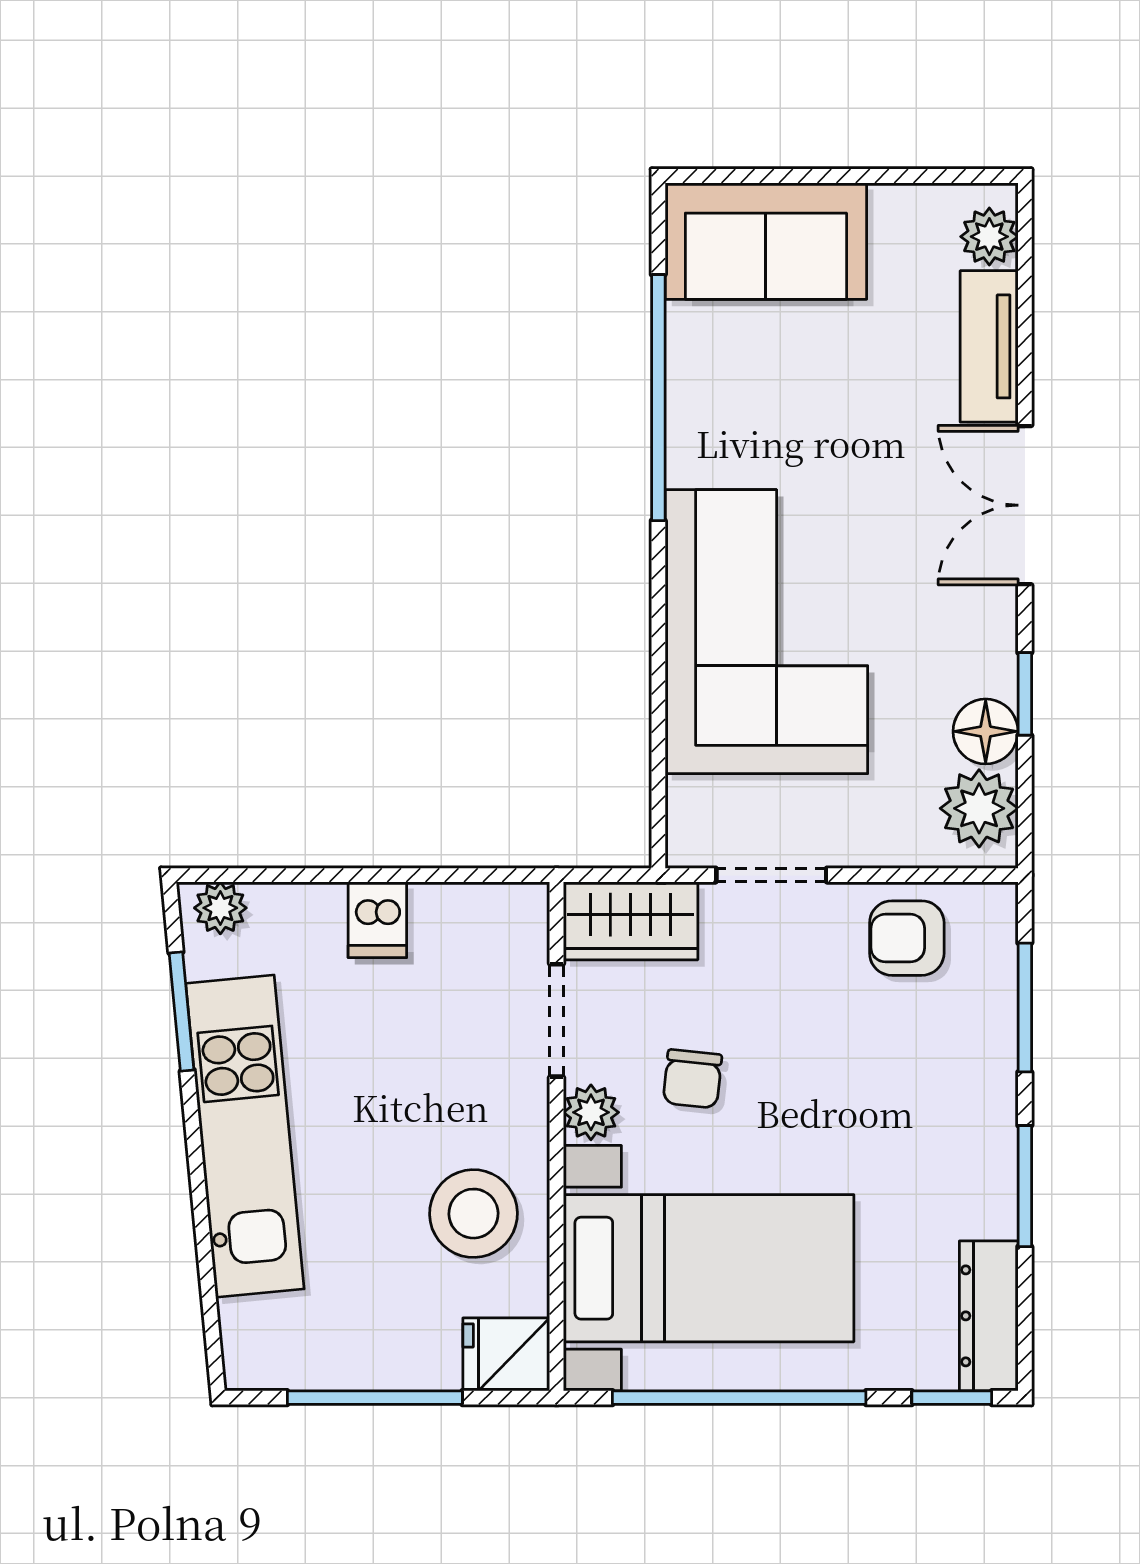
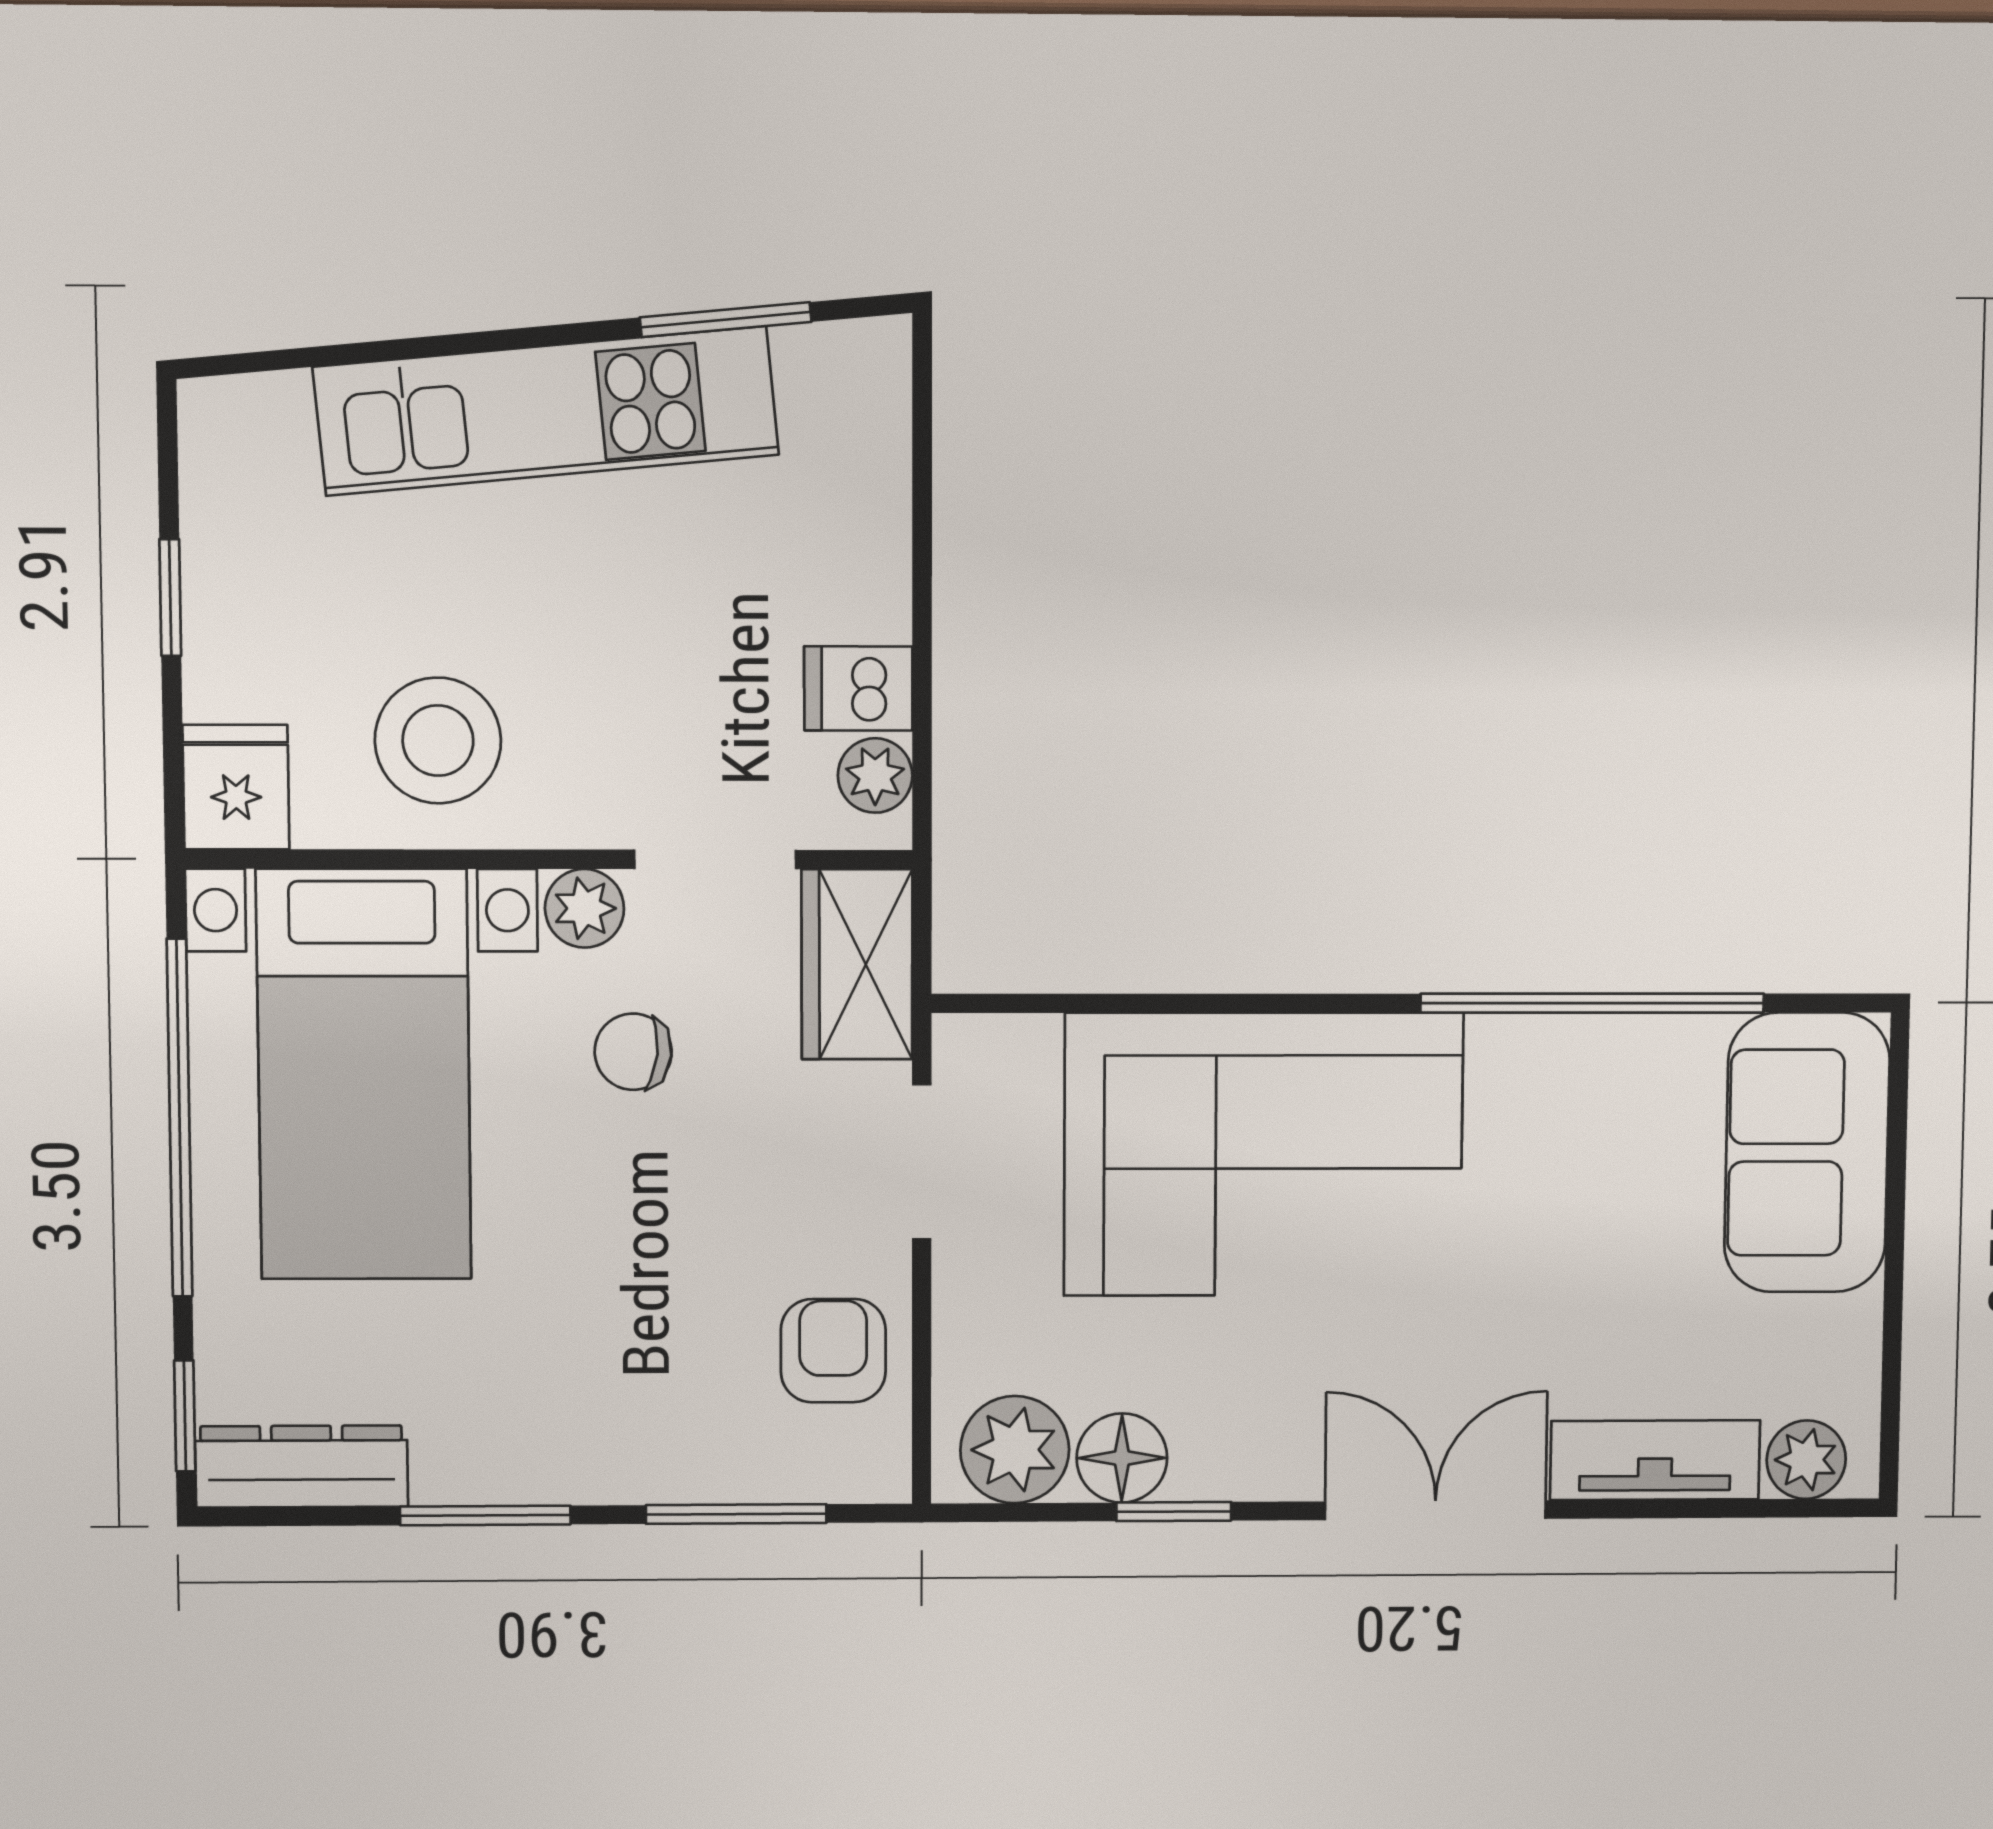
plant: (220, 908) -> (875, 776), moved
dishwasher: (377, 920) -> (858, 688), moved
window: (375, 1398) -> (170, 598), width x0.46

